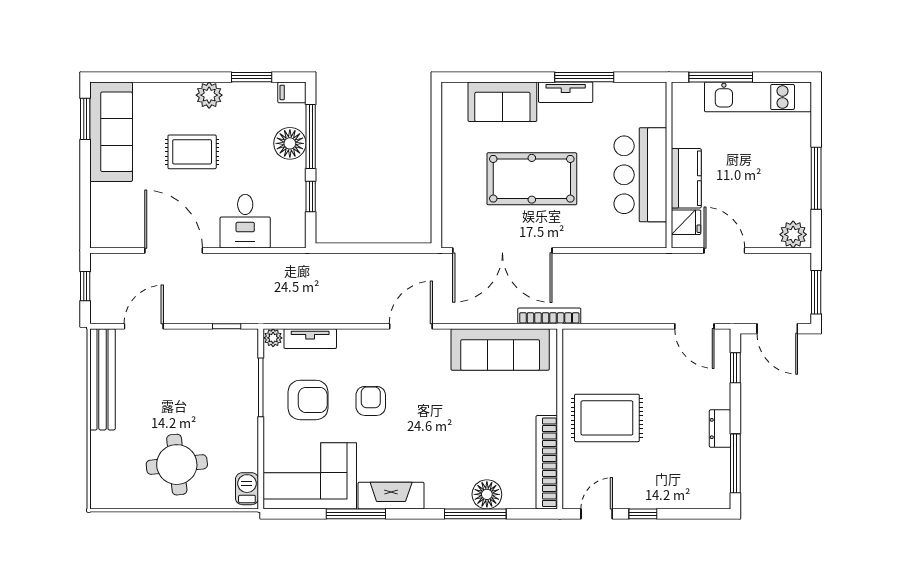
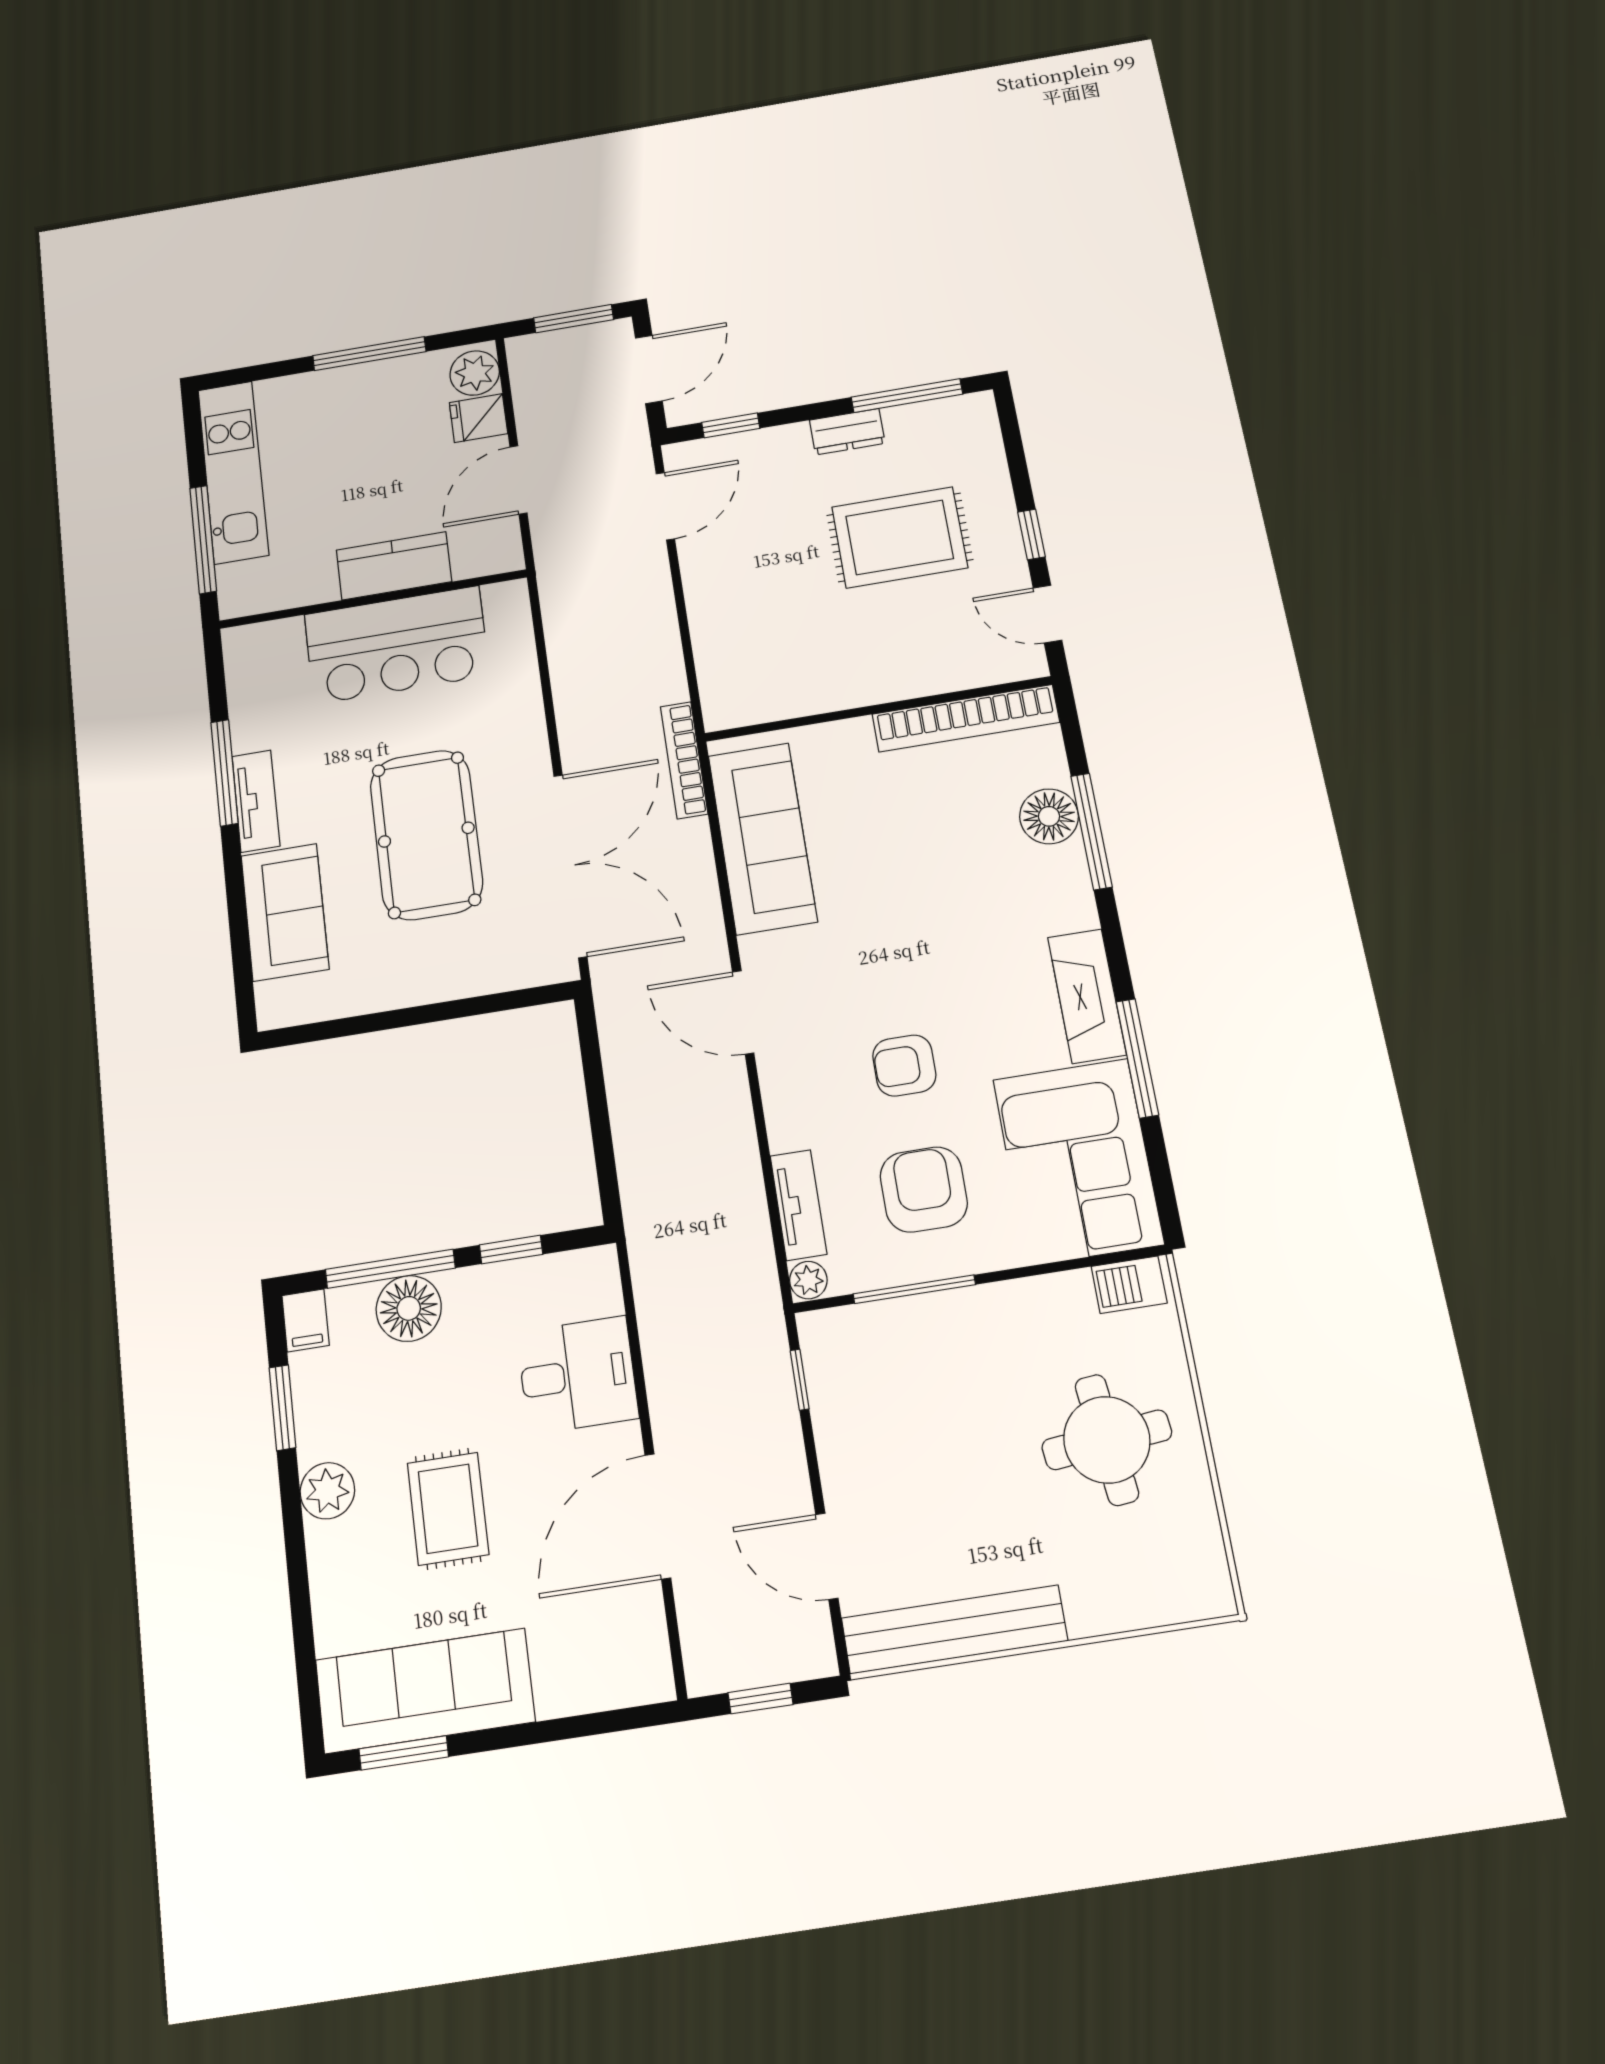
fridge: (686, 222) -> (478, 418), moved, turned -90
rug: (607, 418) -> (900, 537), moved, turned 90

